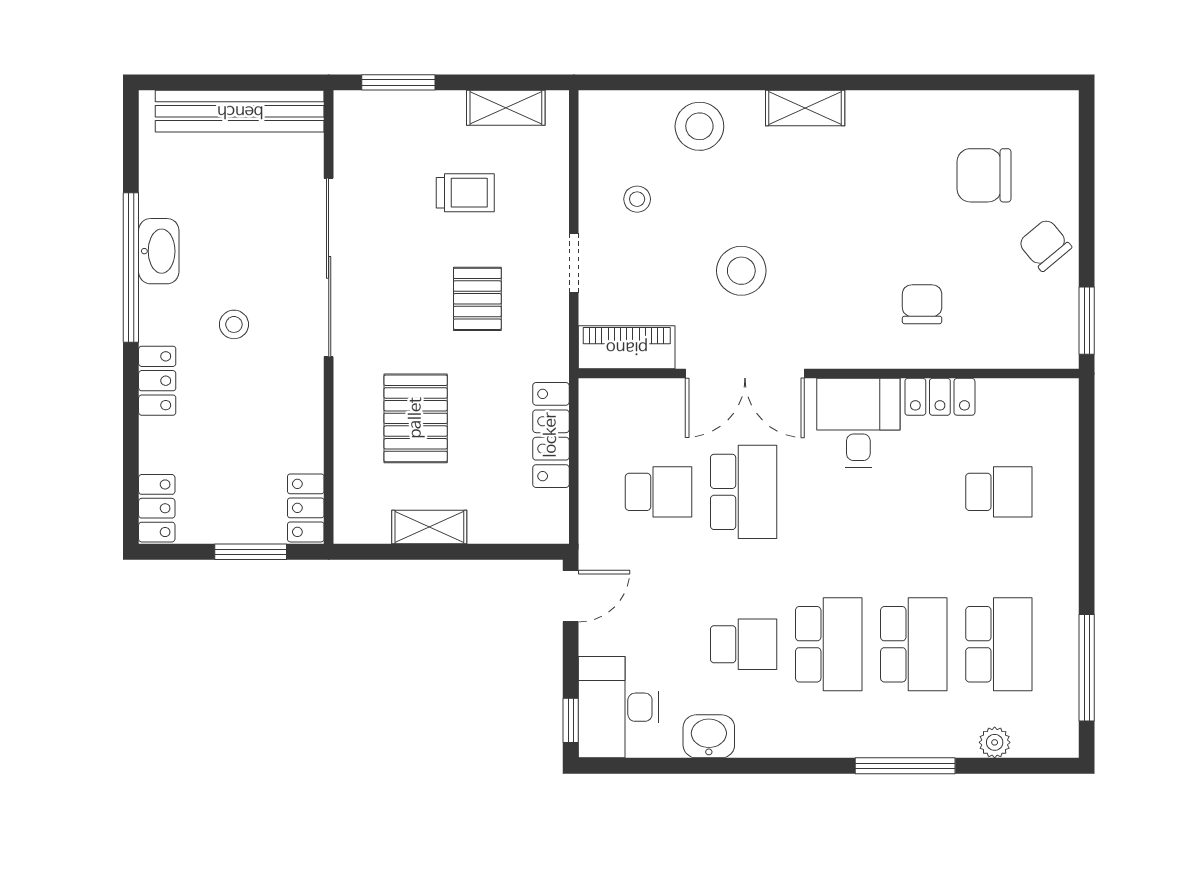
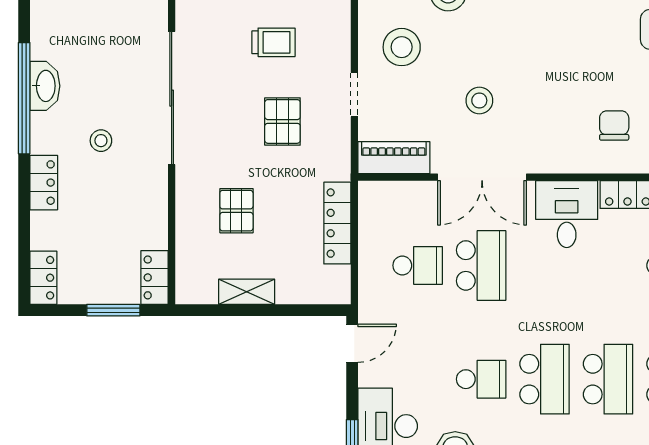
stool: (637, 199) -> (402, 47), width x1.89, depth x1.89
stool: (741, 271) -> (479, 101), width x0.73, depth x0.73
pallet: (416, 418) -> (236, 211), width x0.67, depth x0.71

